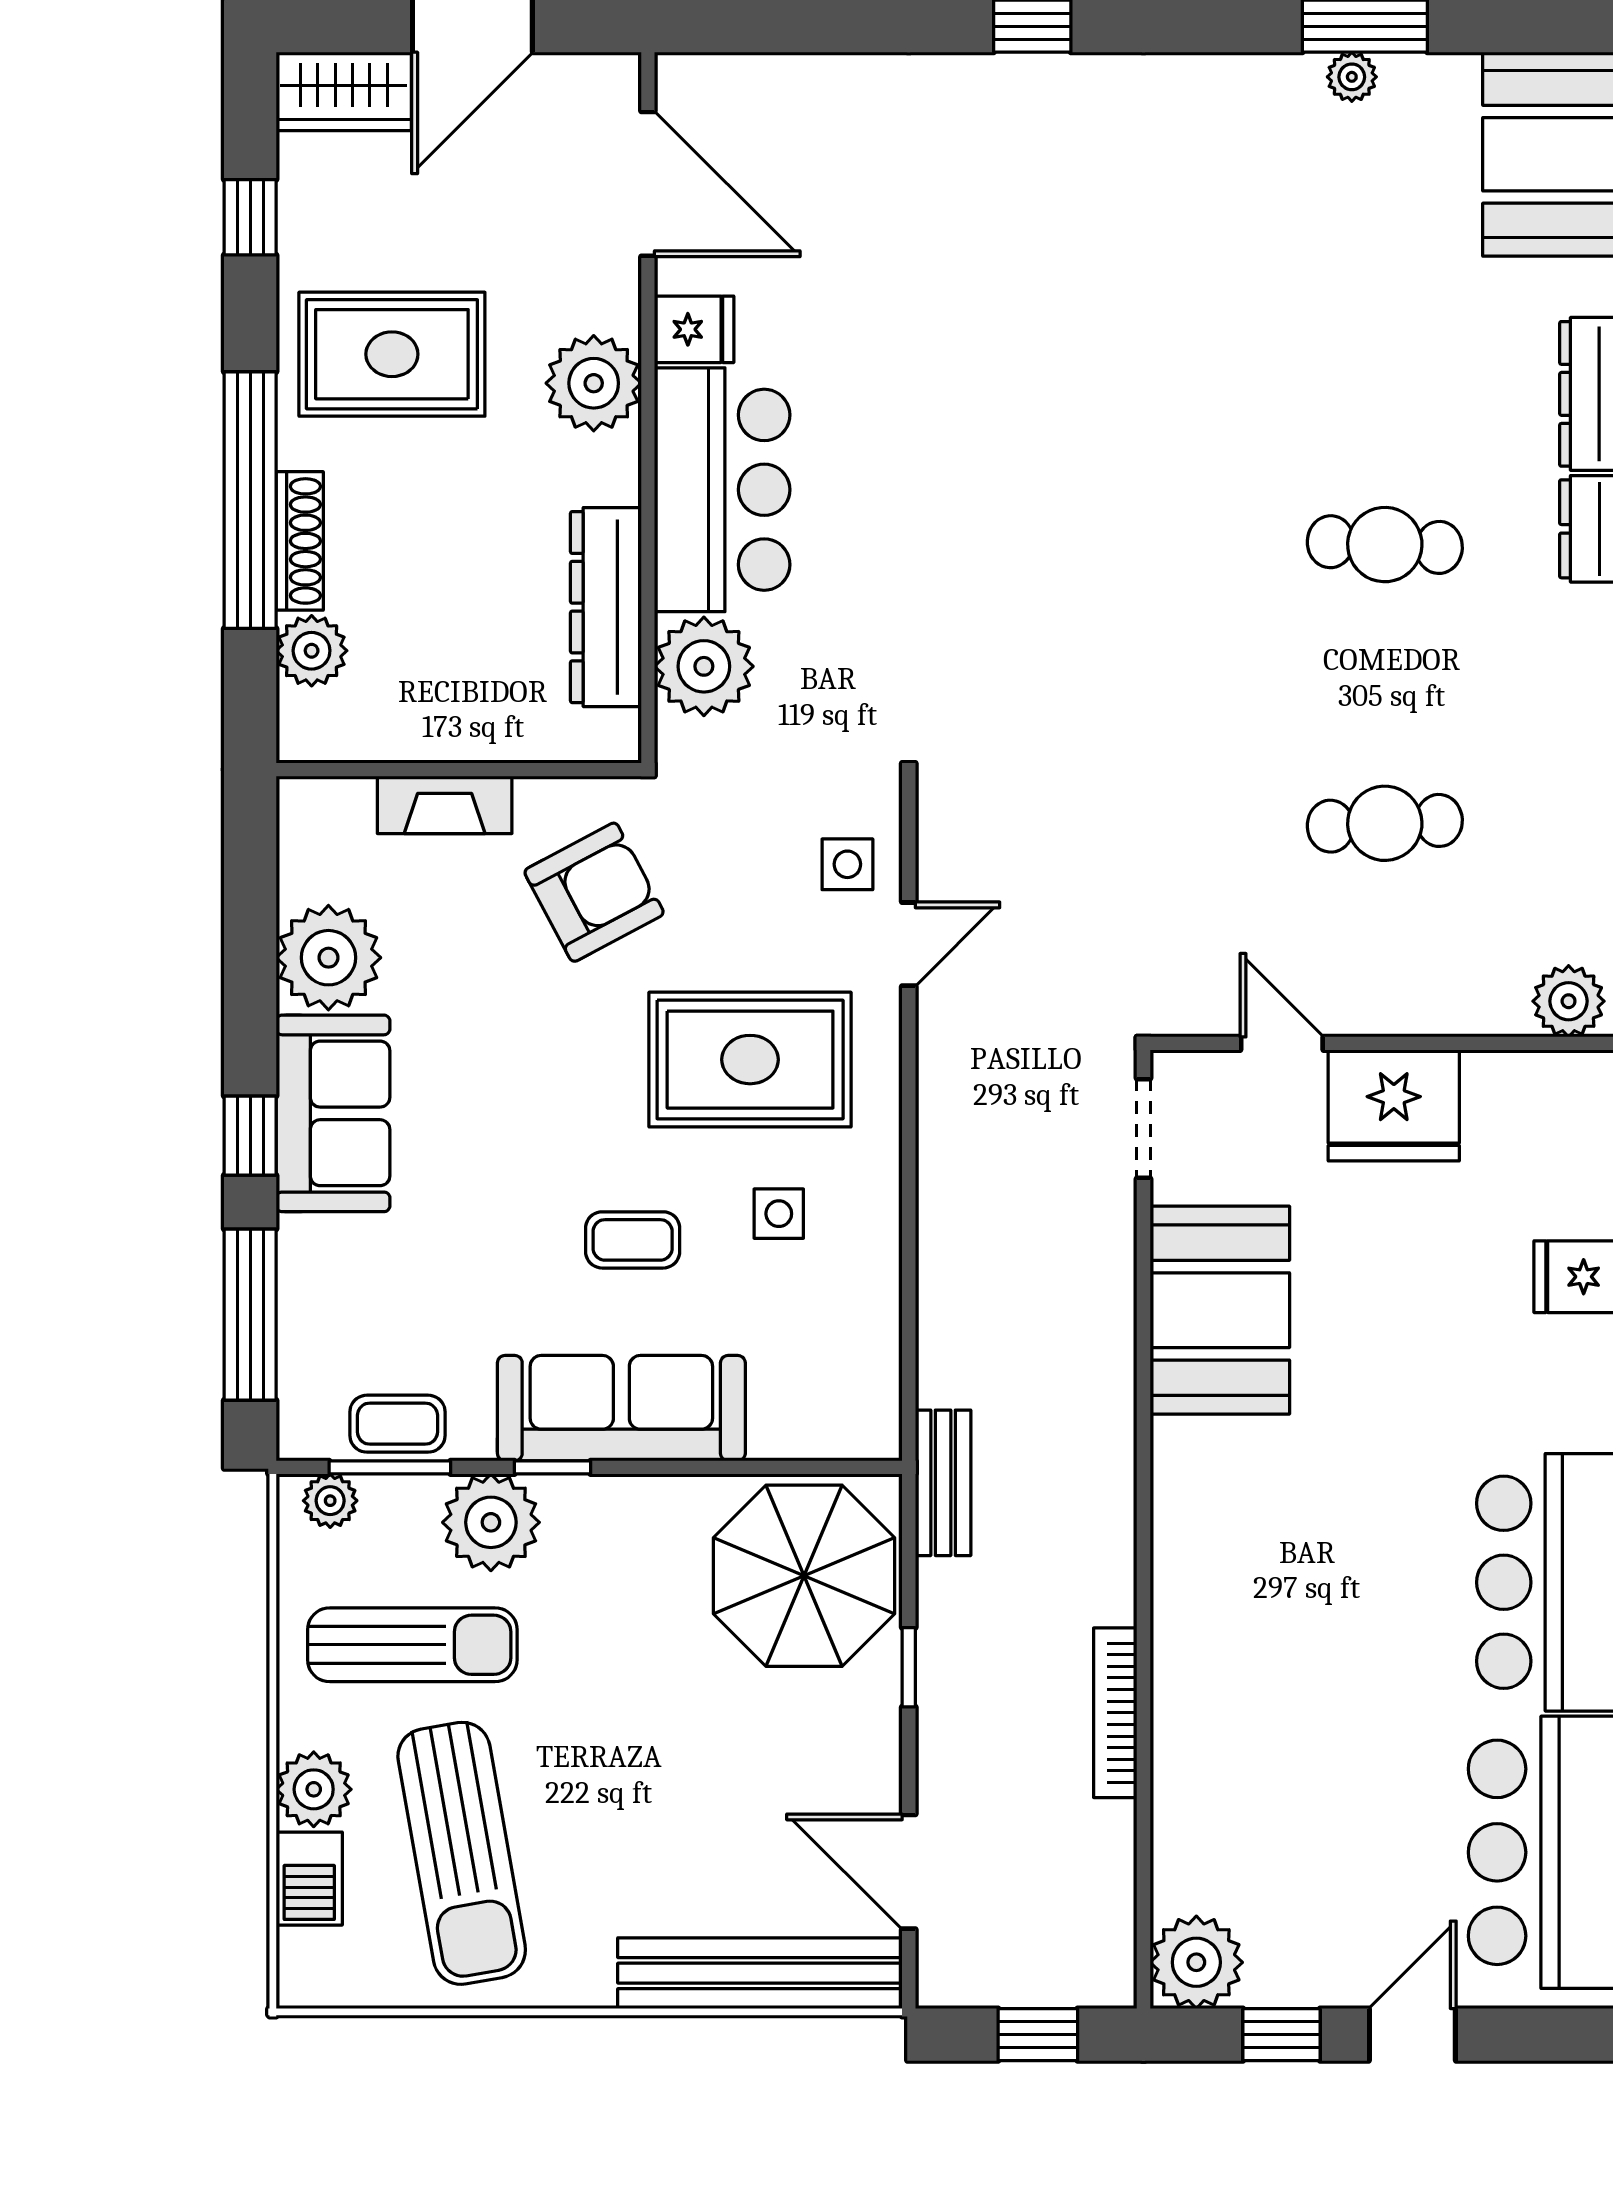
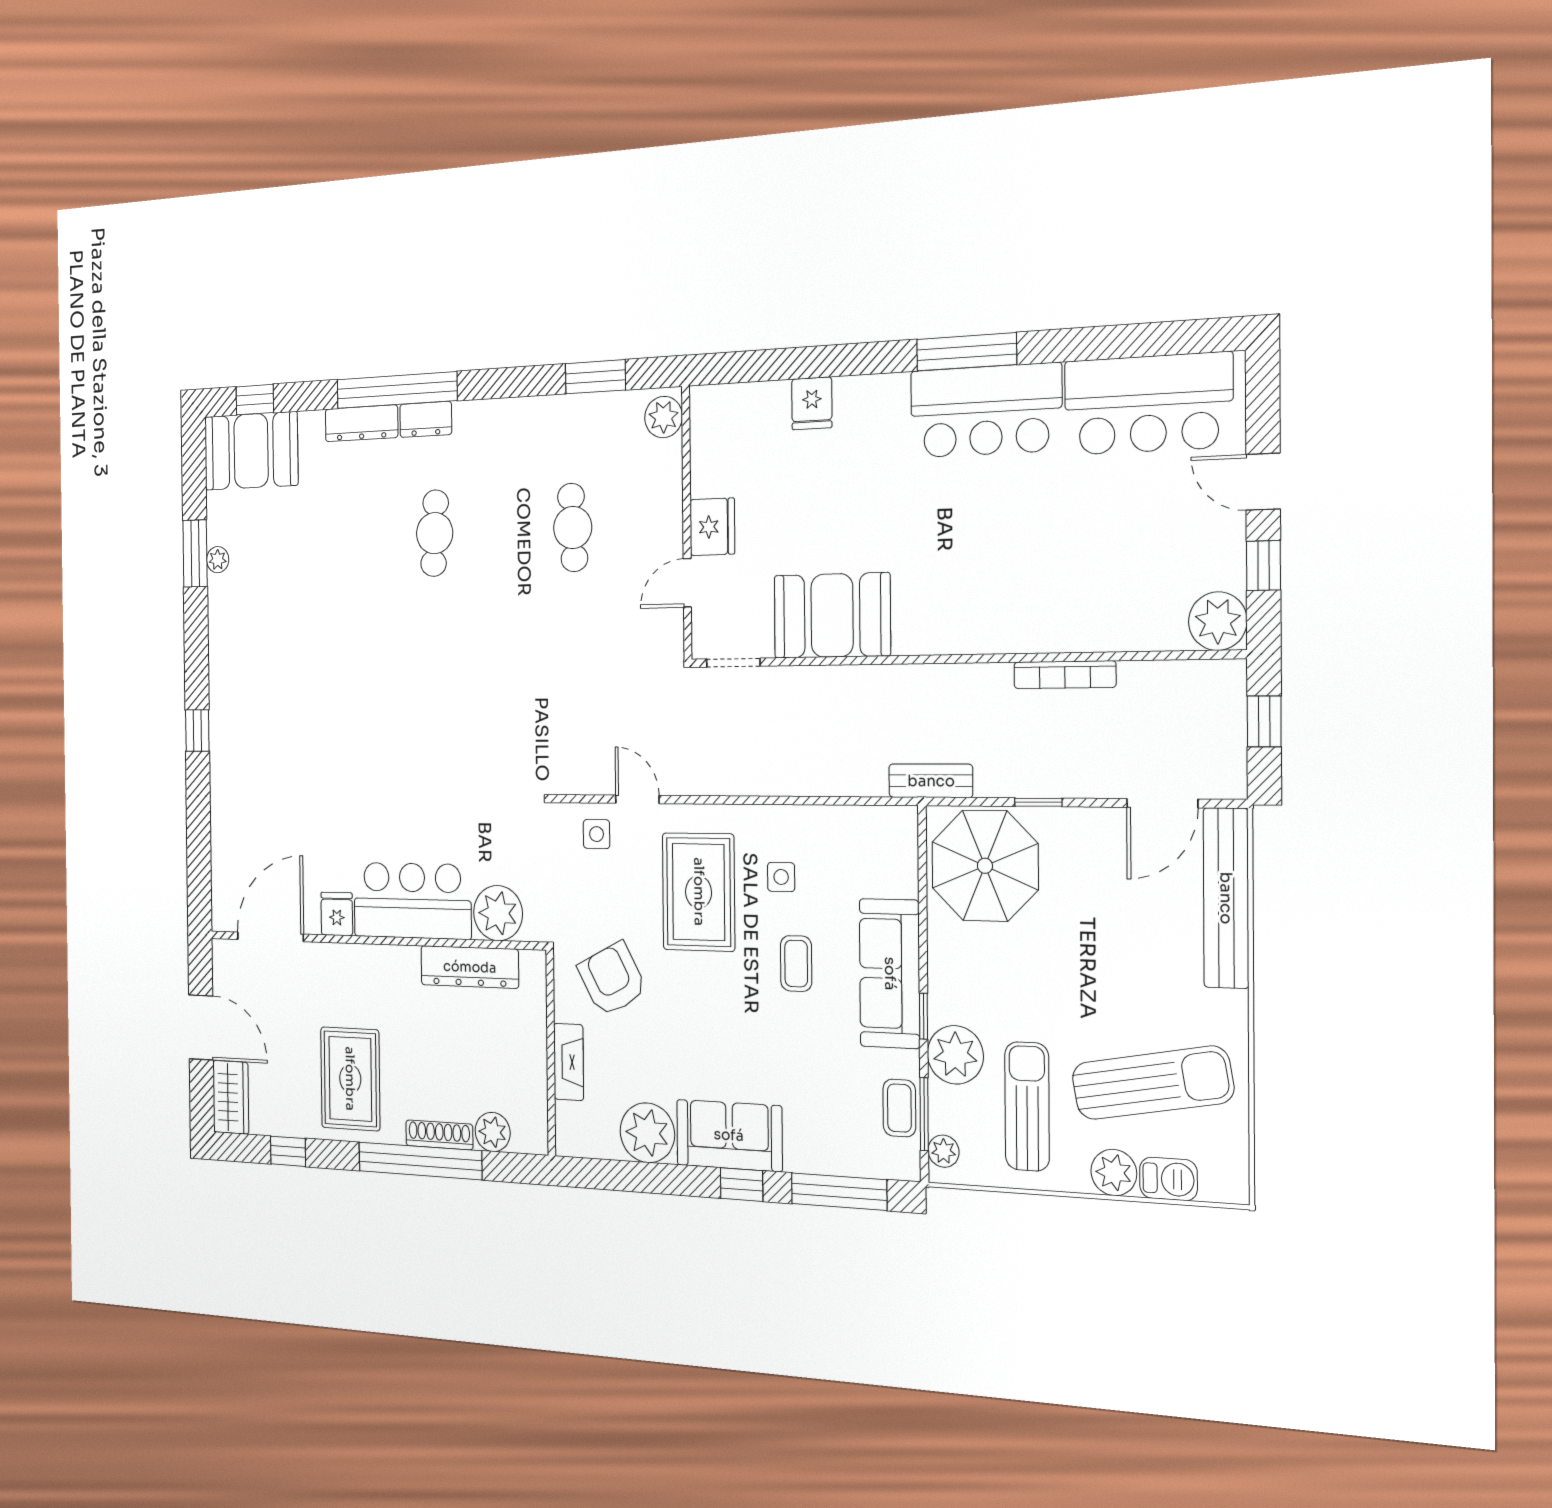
plant: (594, 383) -> (363, 970), removed
fridge: (1394, 1105) -> (712, 527), width x0.73, depth x0.75

